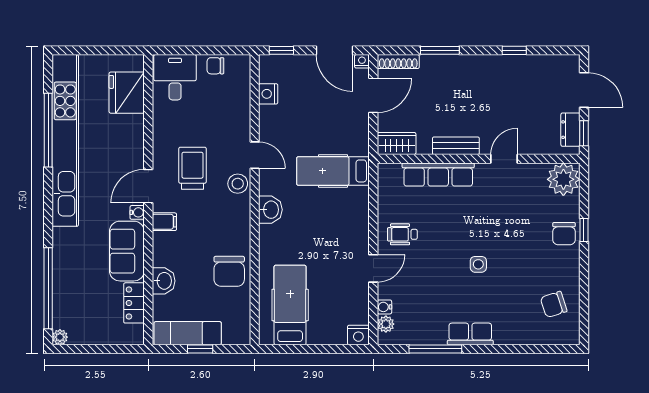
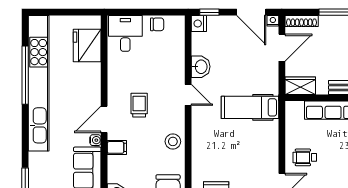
chair: (215, 66) -> (157, 24), turned 180
nightstand: (268, 94) -> (199, 24), moved
trolley: (193, 168) -> (139, 105), width x0.73, depth x0.72
stool: (238, 184) -> (173, 141), moved
washbasin: (270, 210) -> (201, 67), moved

